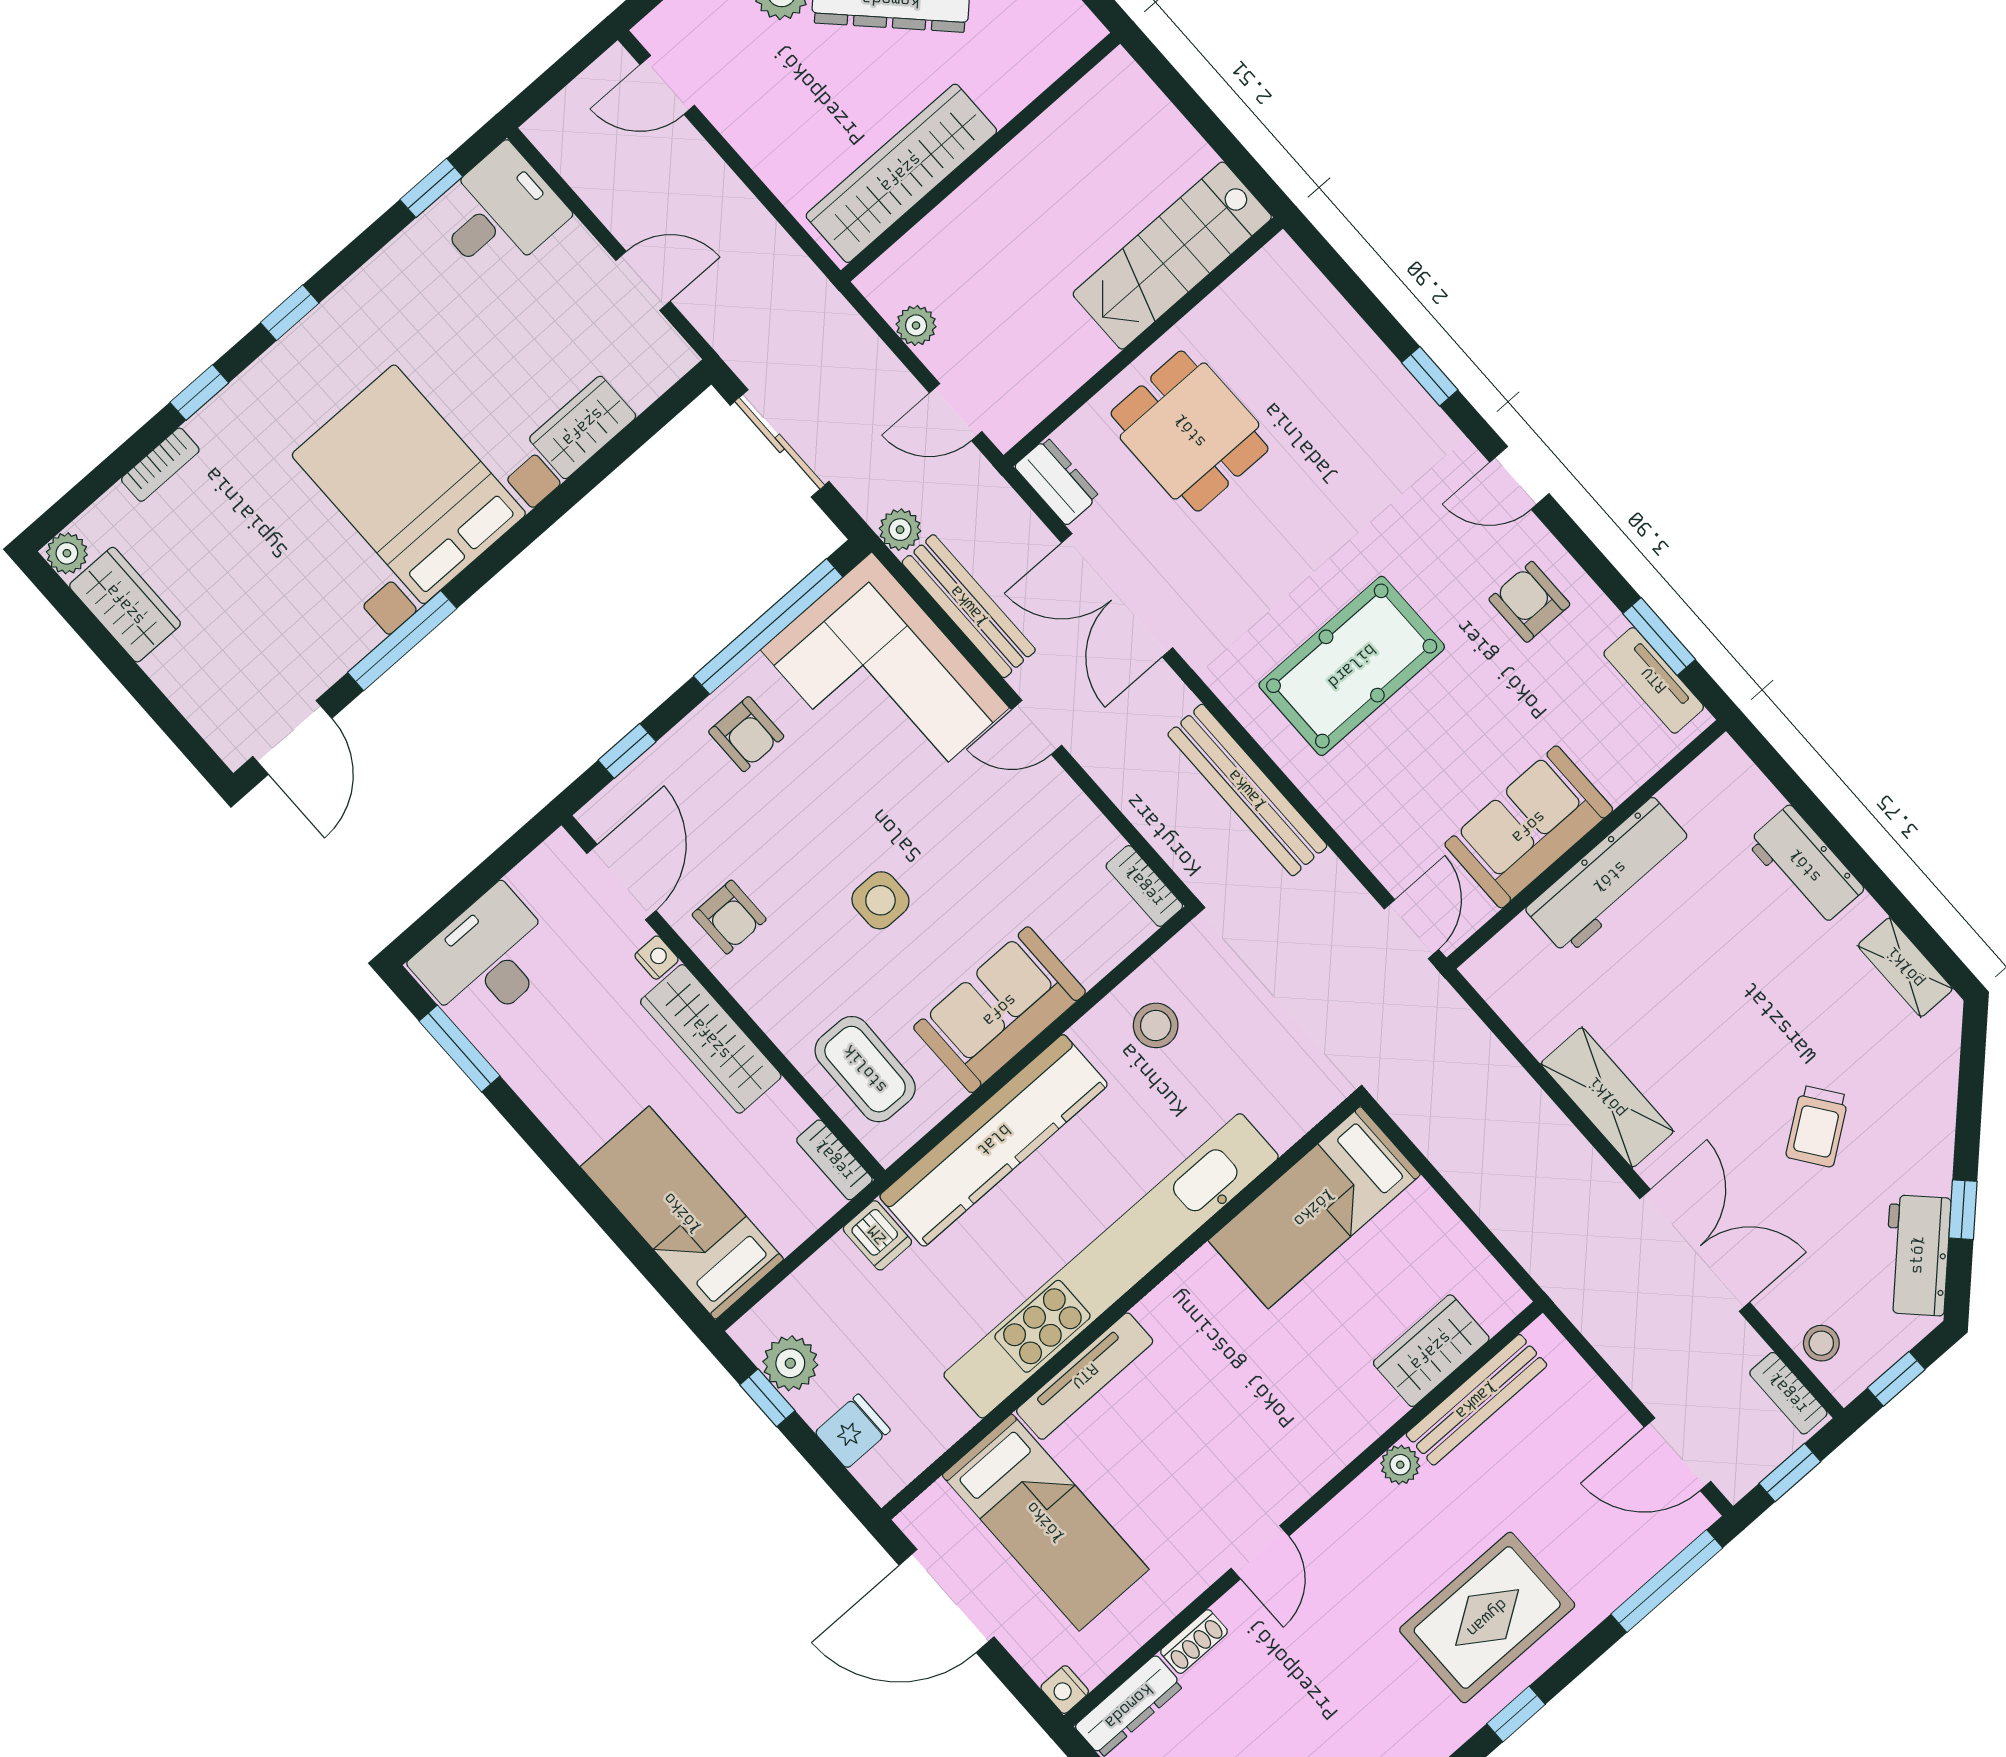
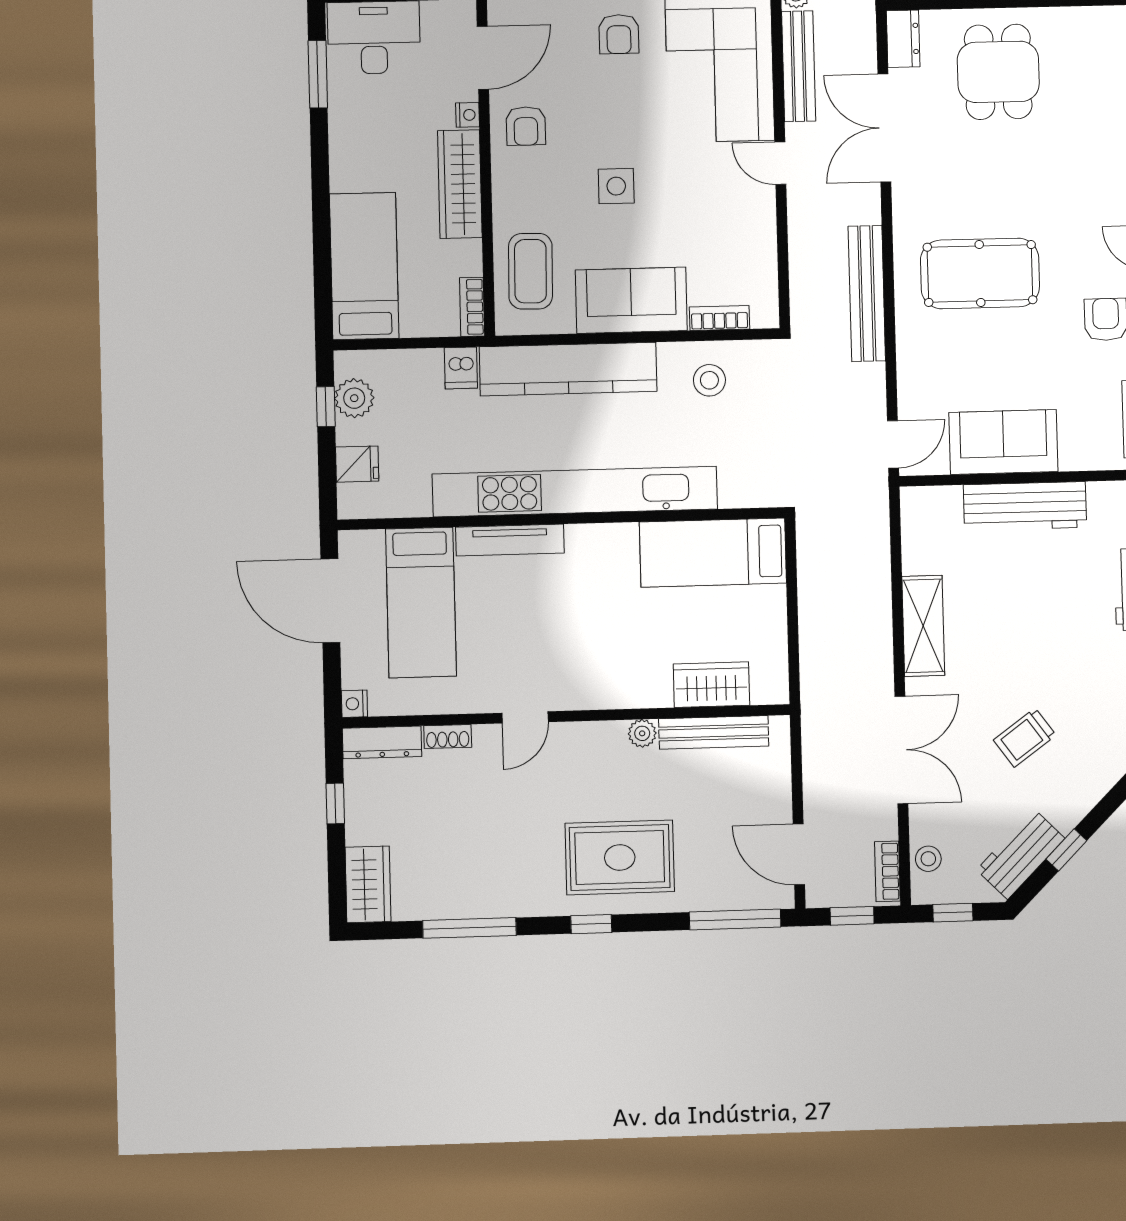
bookcase: (1144, 886) -> (719, 318), moved, turned 90

